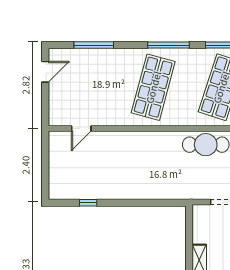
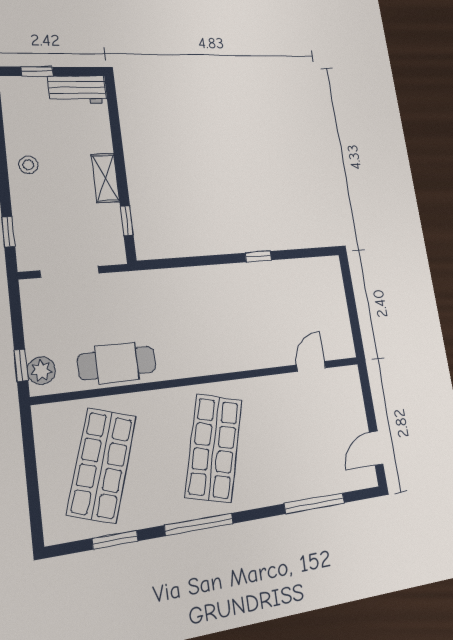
window: (88, 203) -> (258, 257), moved
window: (189, 232) -> (127, 221), added

